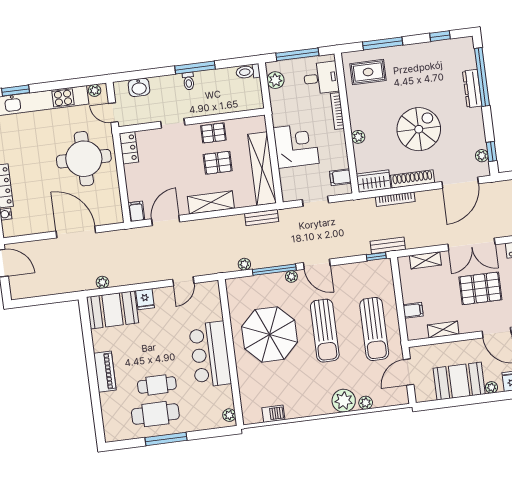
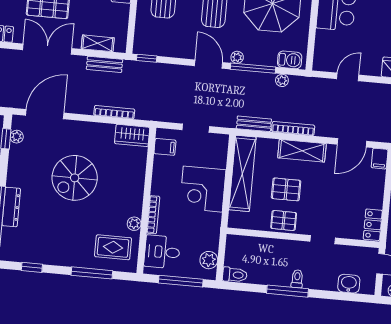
plant: (358, 137) -> (134, 224), moved
shoe rack: (413, 179) -> (92, 129), removed
bookcase: (224, 221) -> (293, 129), added
bench: (388, 245) -> (104, 64), moved
barbecue: (242, 285) -> (290, 60), added

